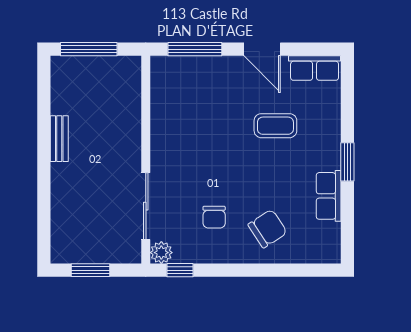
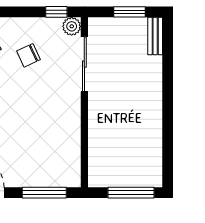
bench: (59, 139) -> (155, 36), moved
chair: (214, 217) -> (28, 55), turned -115

